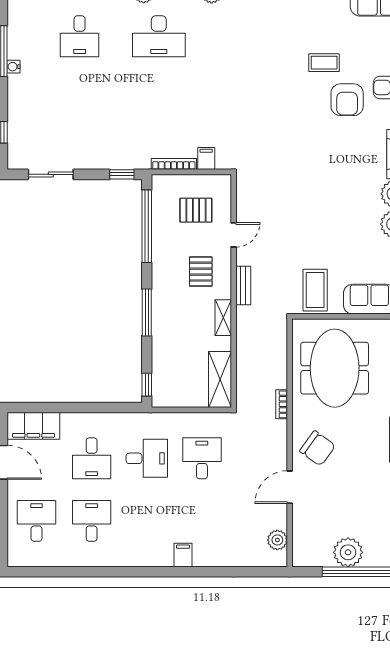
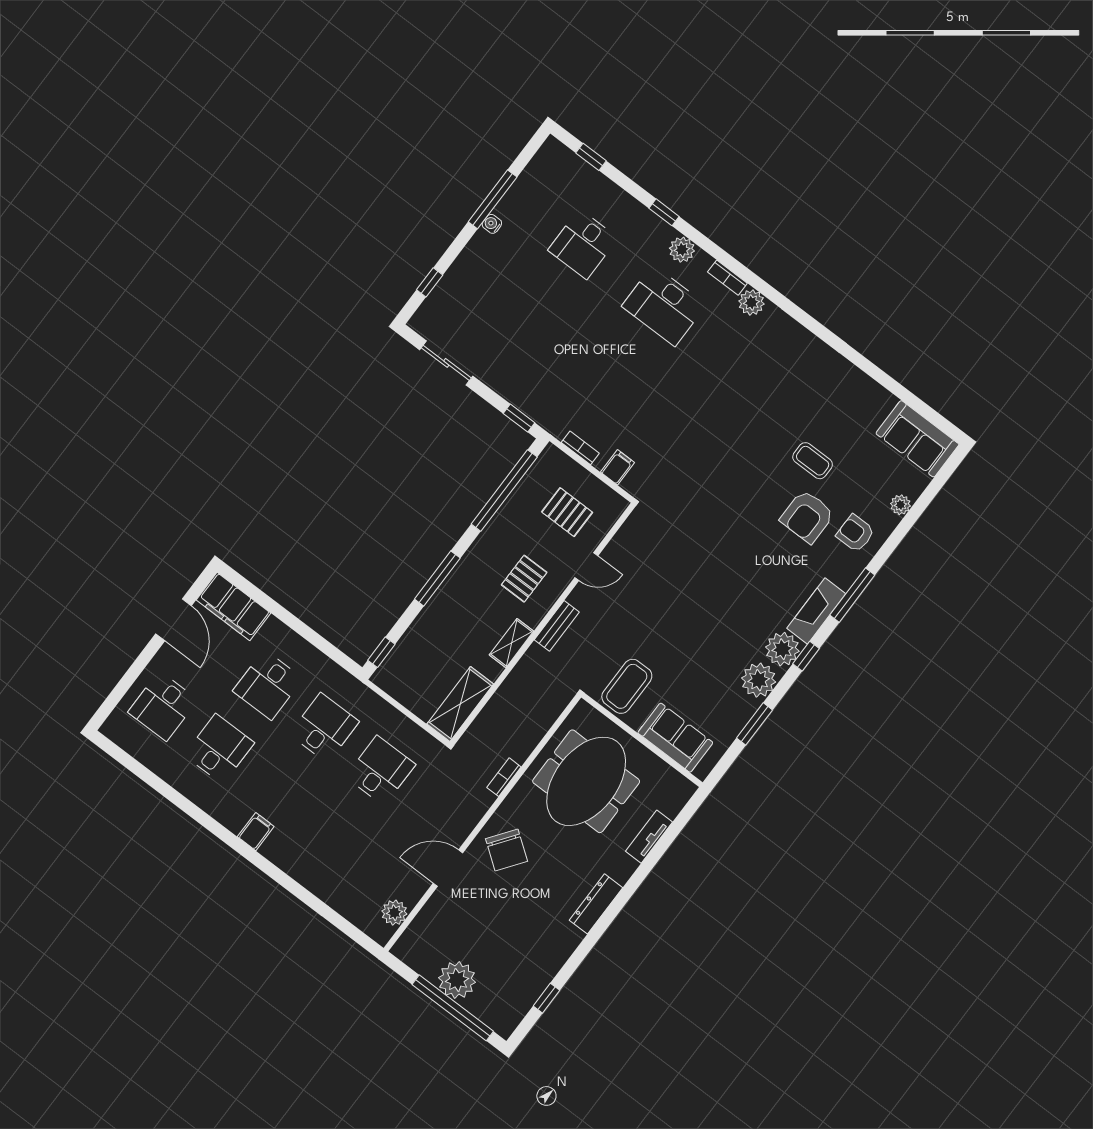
bookcase: (174, 164) -> (580, 448), width x0.64
desk: (147, 458) -> (324, 728), turned -90
desk: (36, 521) -> (163, 706), turned 180
filing cabinet: (183, 555) -> (256, 832), moved

